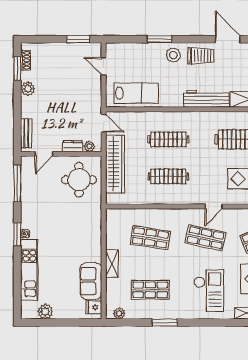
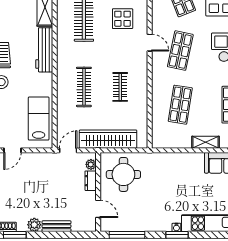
bench: (26, 133) -> (56, 226), moved
clothes rail: (168, 176) -> (120, 87), width x0.73

